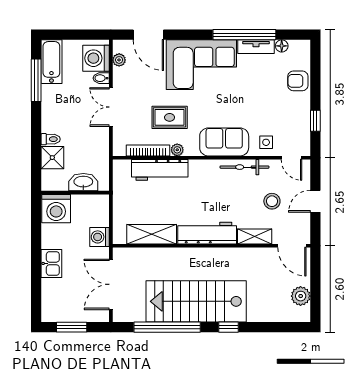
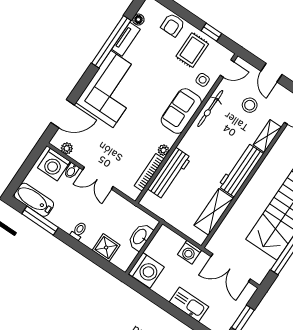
rug: (170, 117) -> (192, 50), moved
toilet: (51, 139) -> (79, 231), moved
kitchen sink: (51, 263) -> (189, 304), width x1.38

